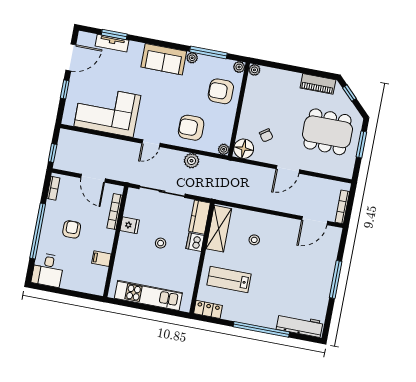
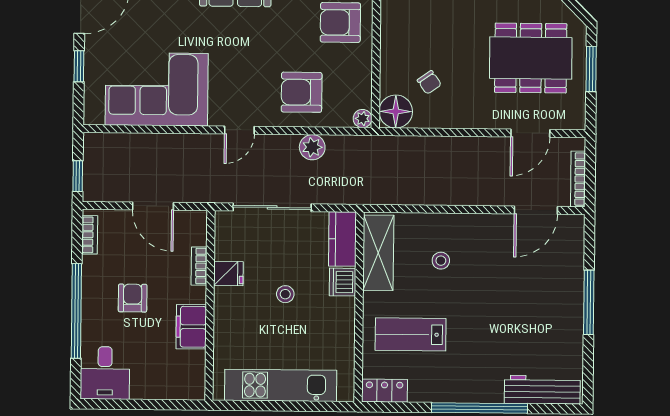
door: (288, 169) -> (530, 133), moved
bookcase: (115, 212) -> (199, 266), width x0.64
filing cabinet: (101, 259) -> (191, 327), width x2.00

